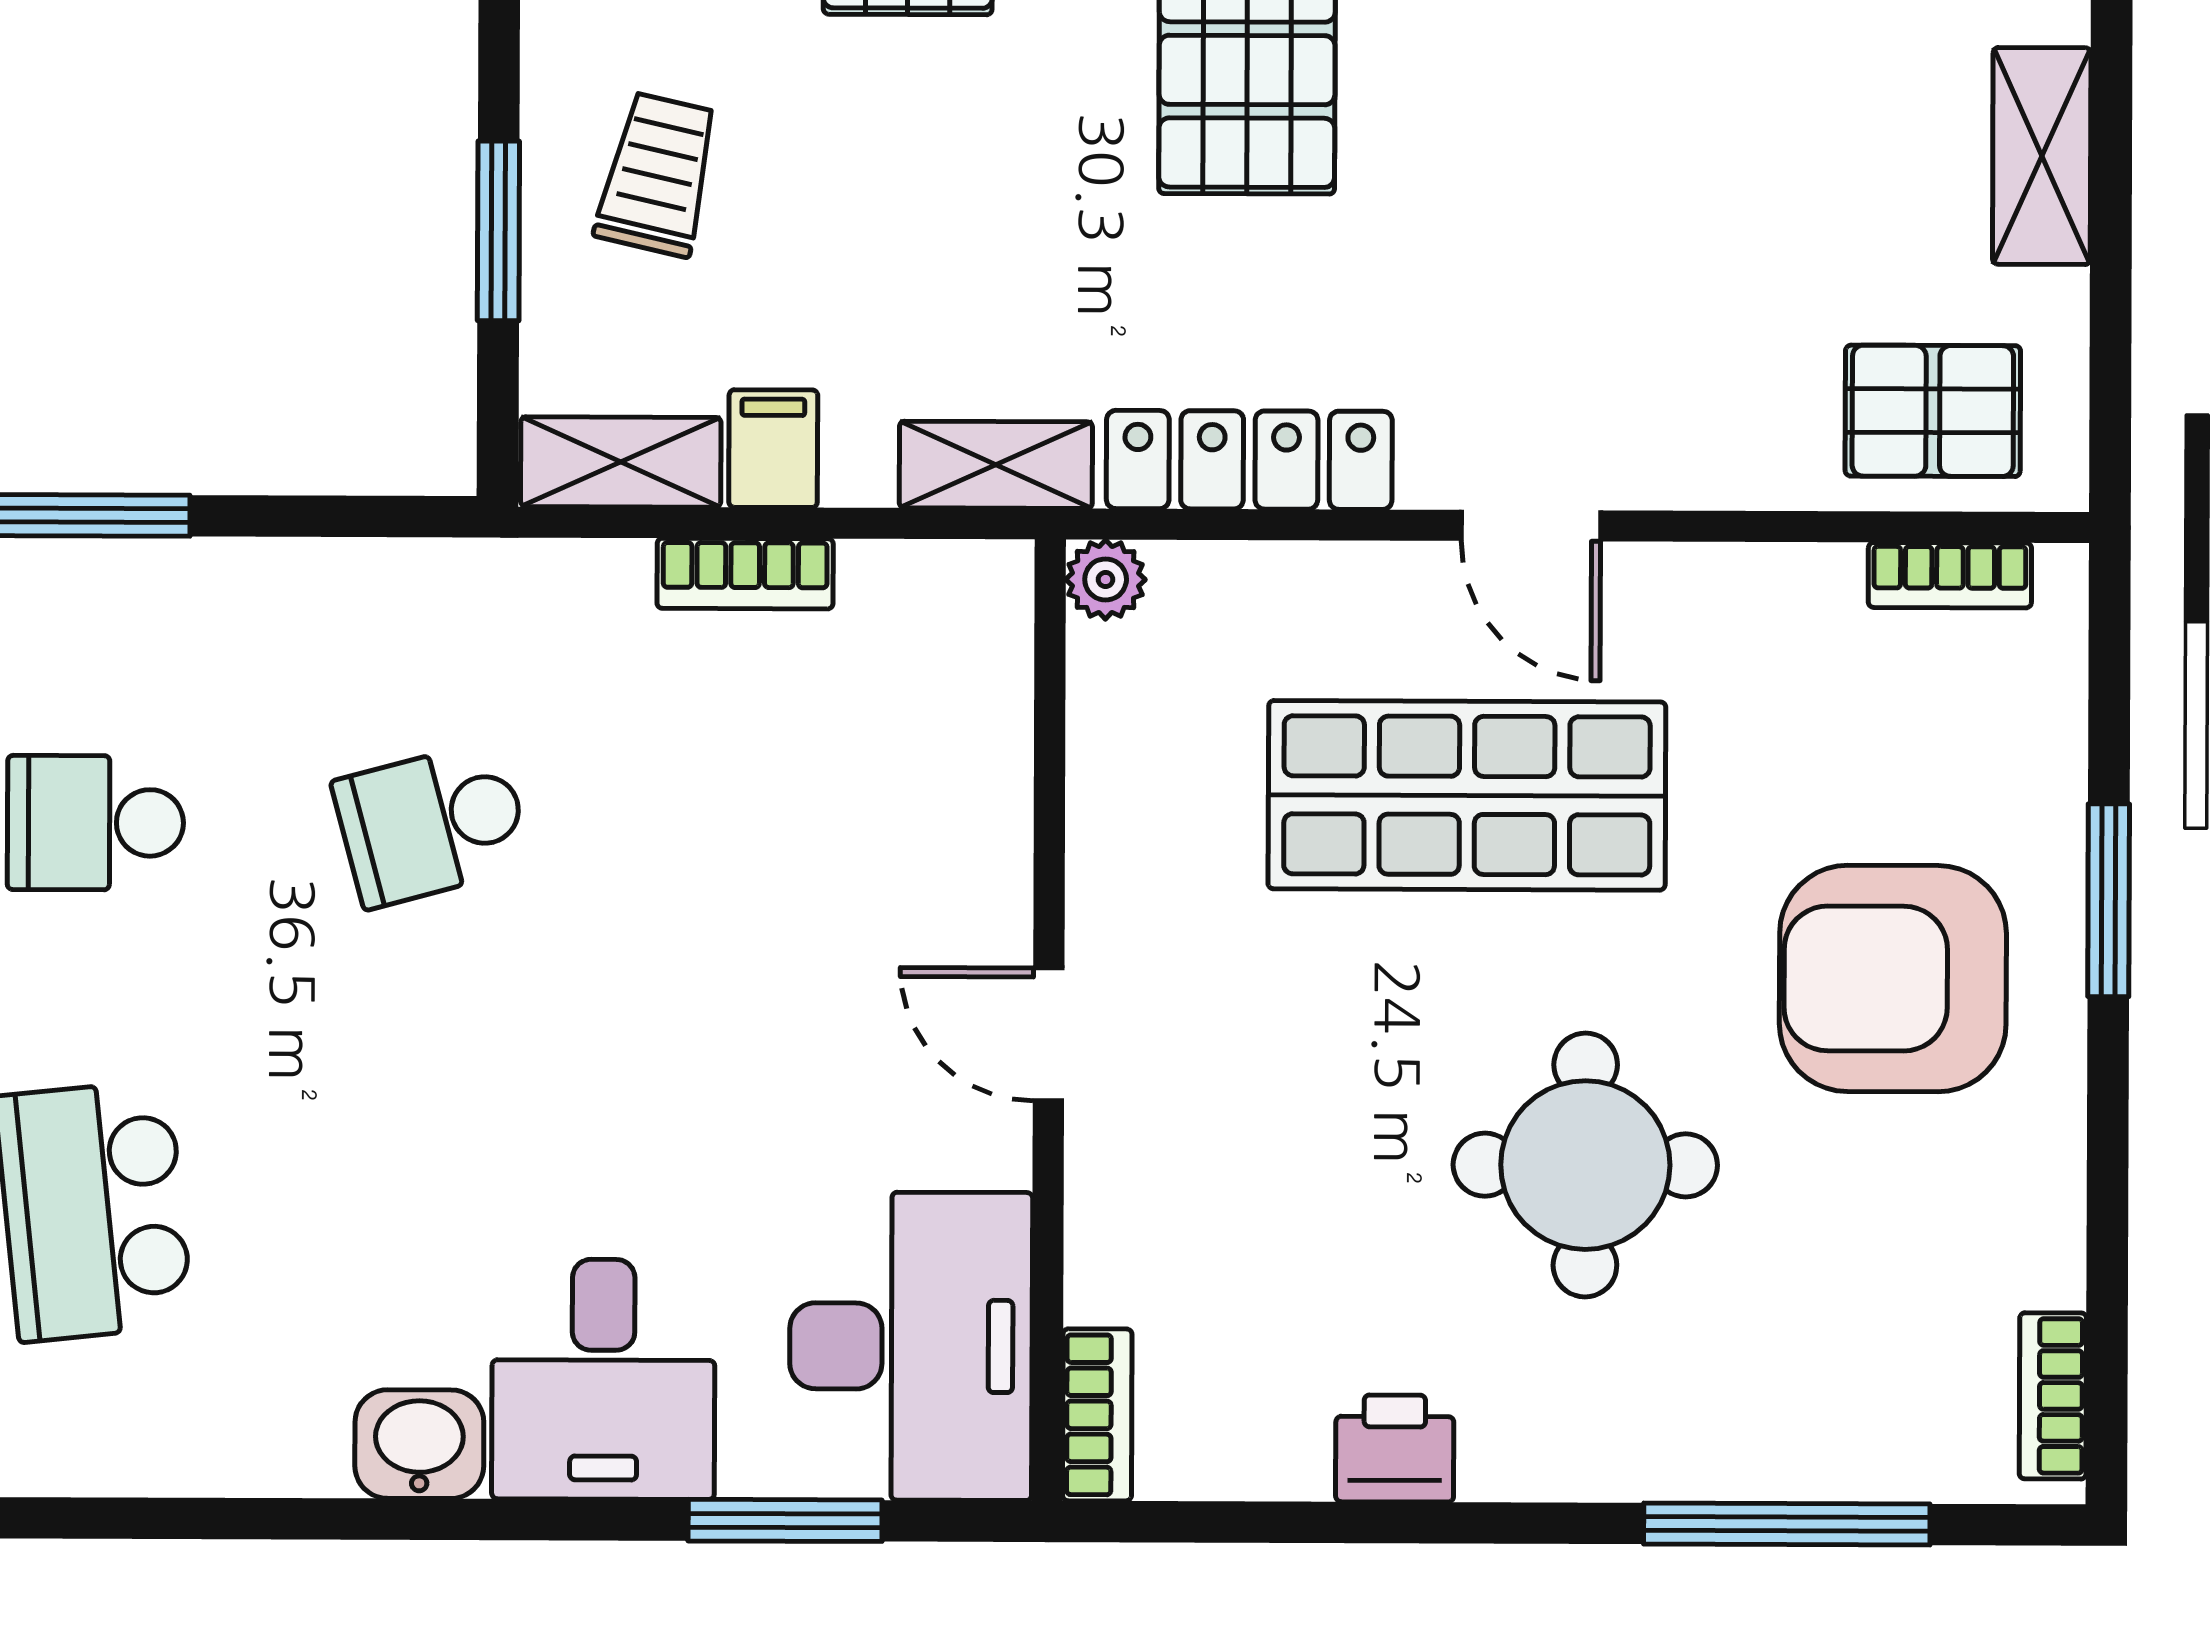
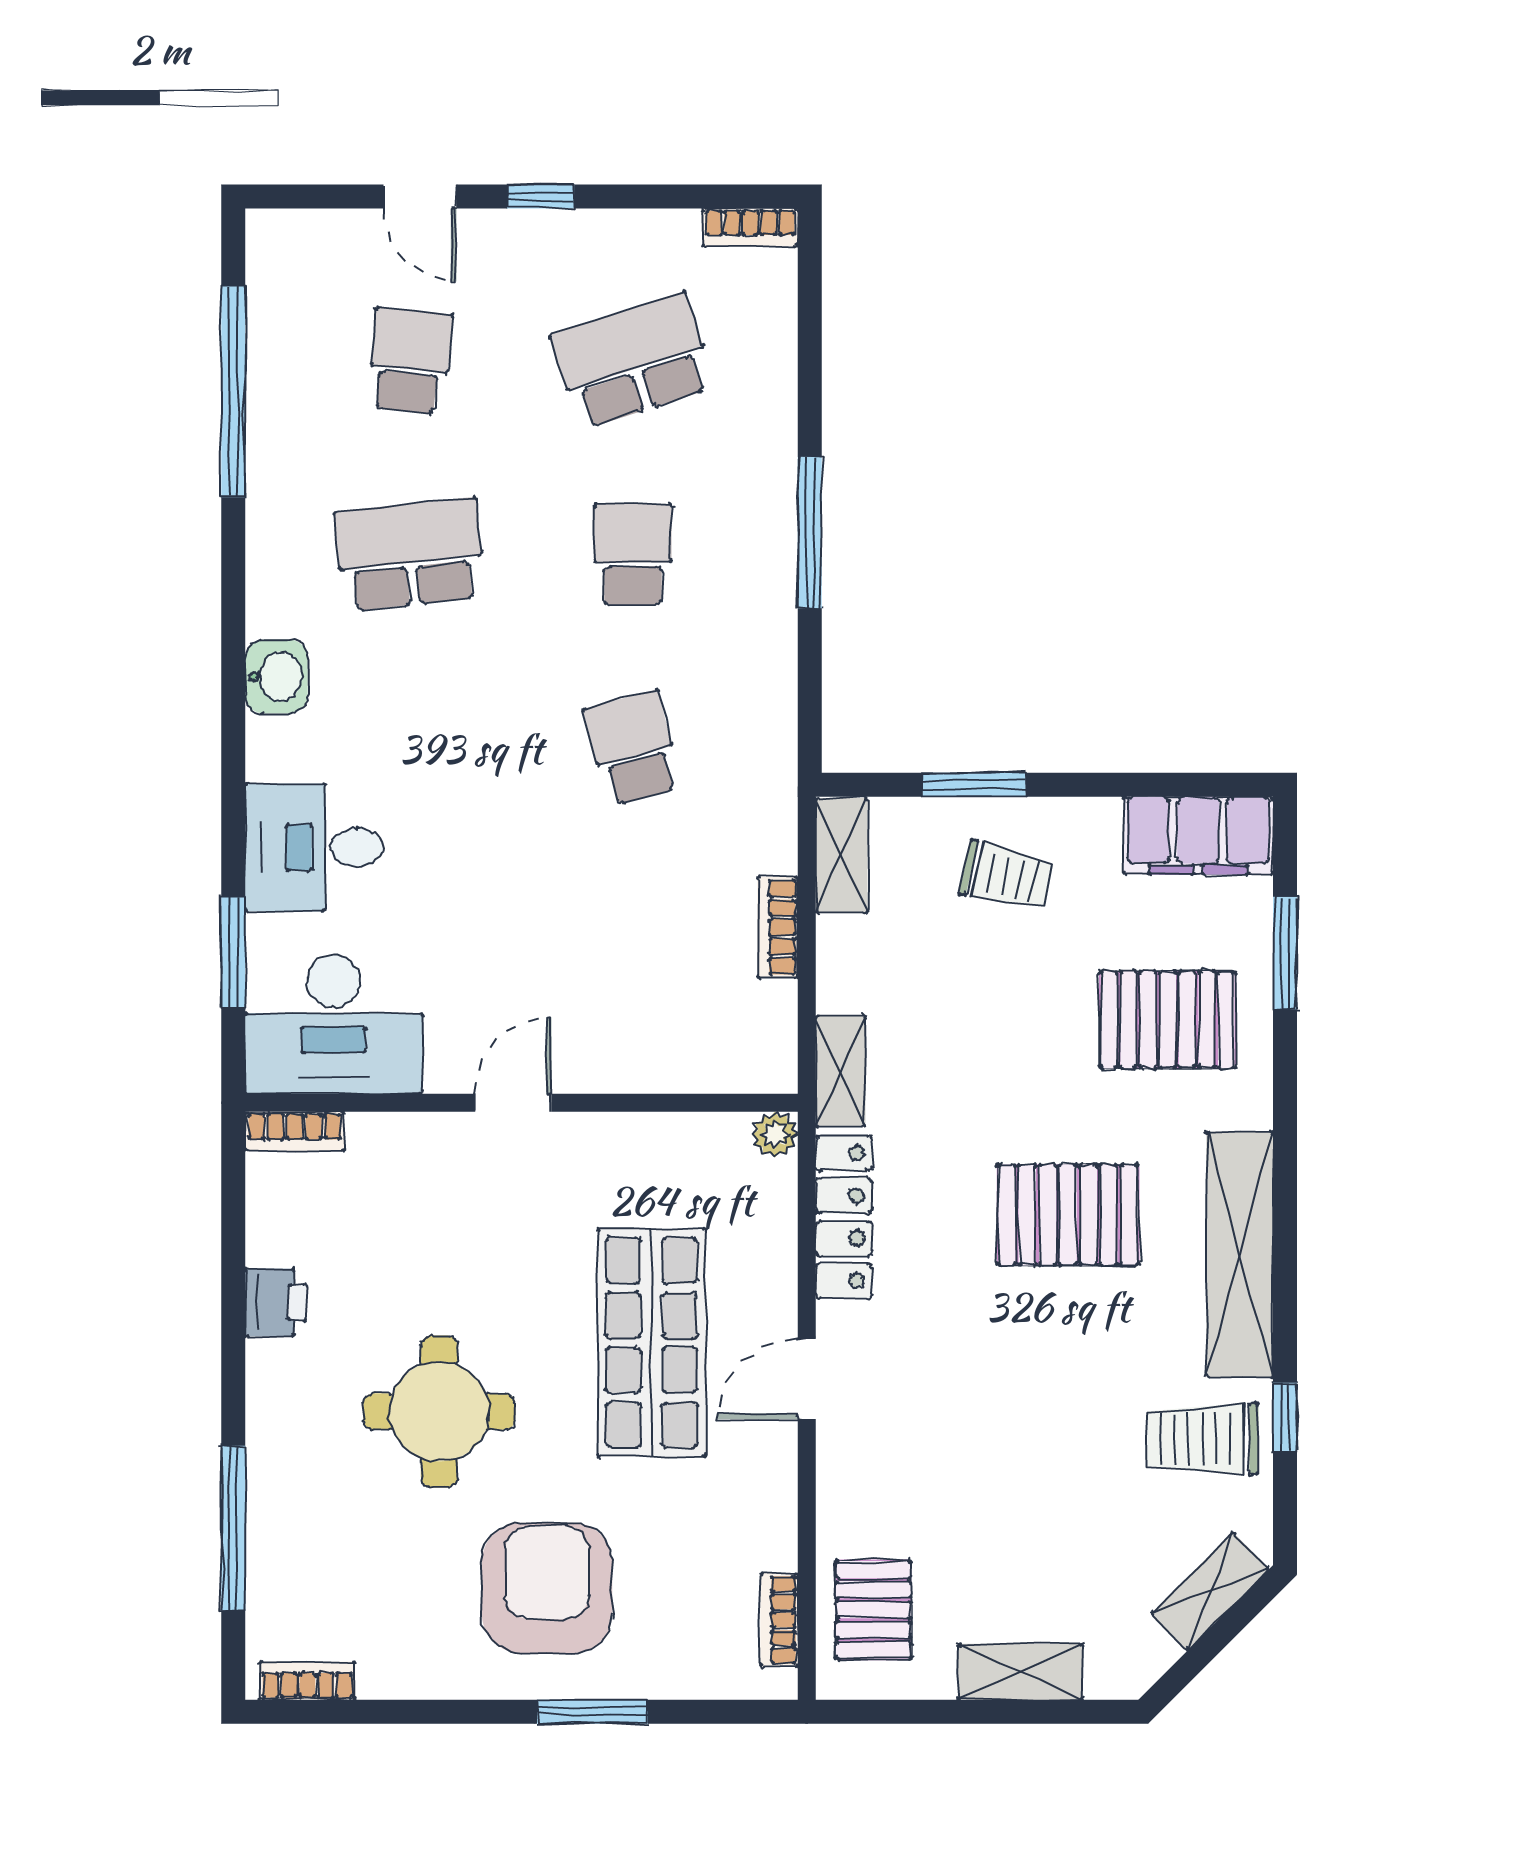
filing cabinet: (773, 449) -> (849, 943), removed
washbasin: (419, 1444) -> (276, 677), moved

